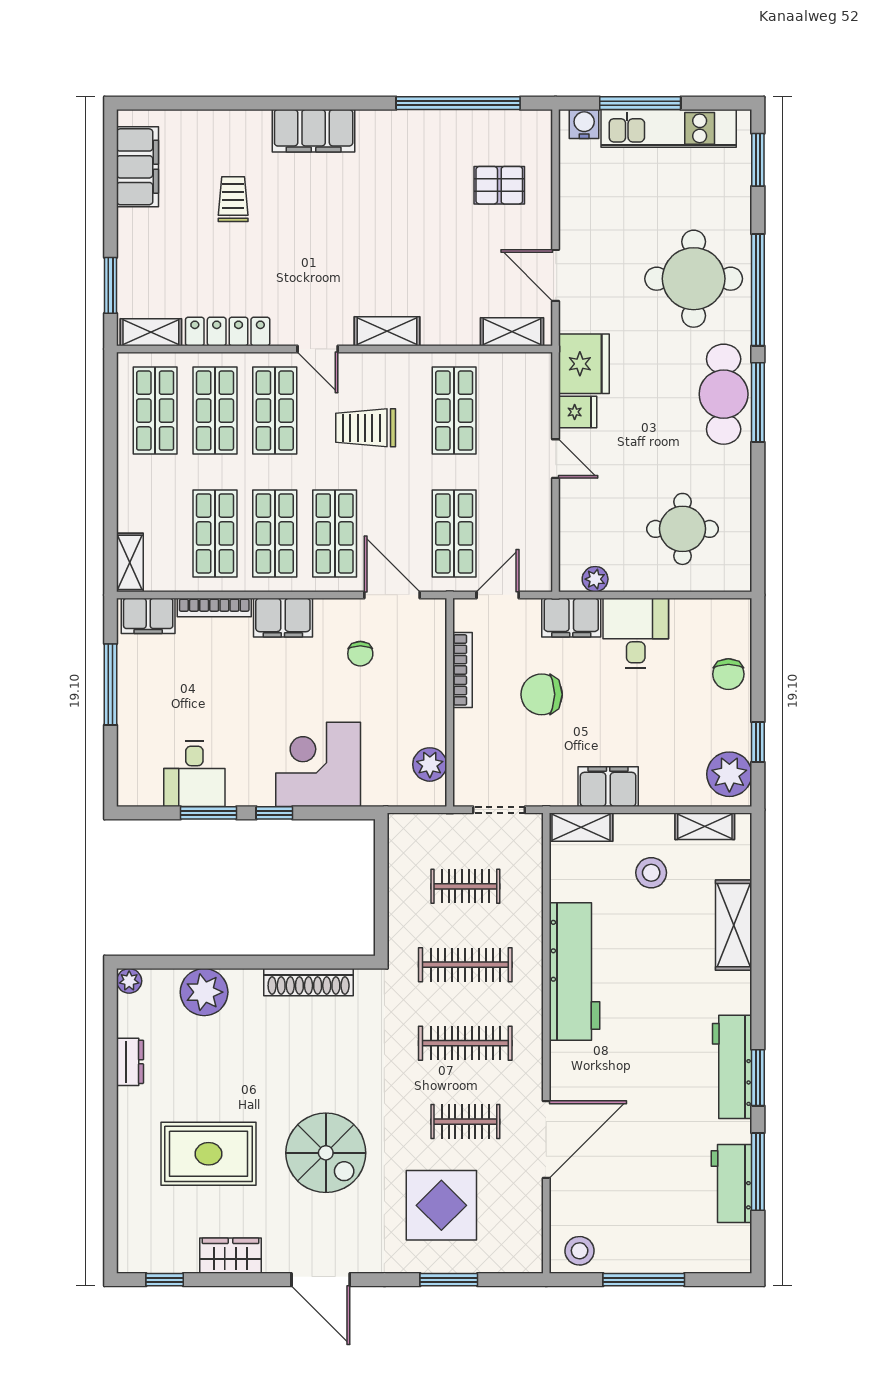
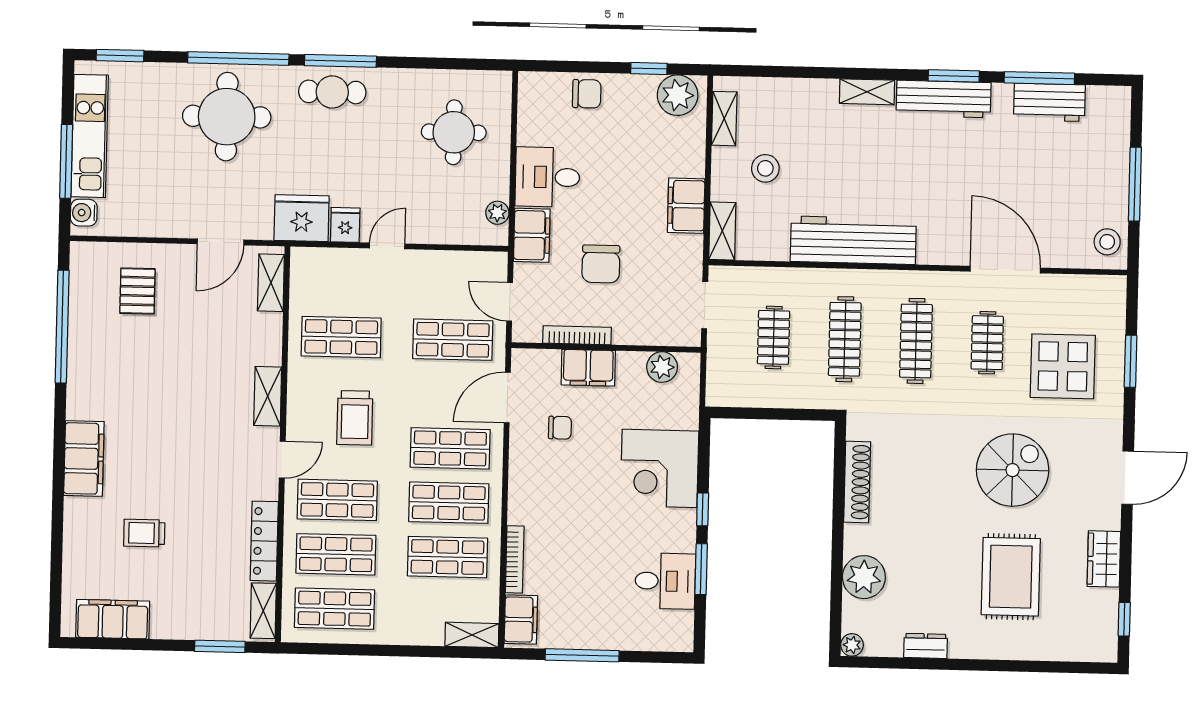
cafe table: (724, 394) -> (332, 92), width x0.73, depth x0.74
filing cabinet: (283, 618) -> (588, 368), moved, turned 90
shelving: (734, 925) -> (867, 92), moved, width x0.67, depth x0.75

